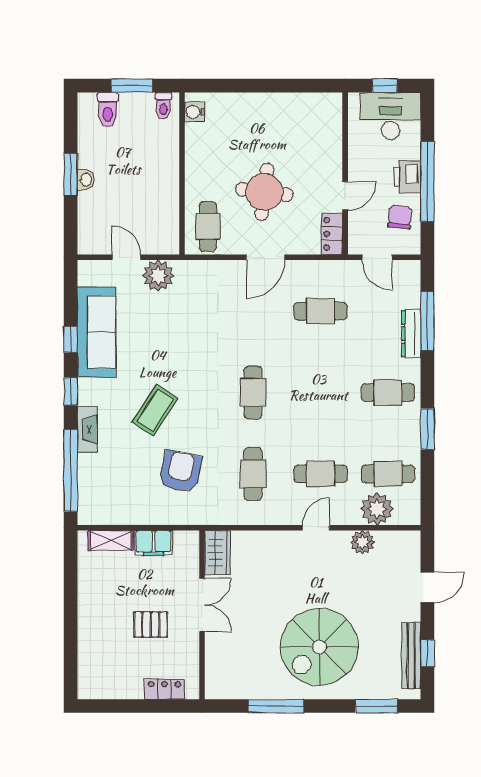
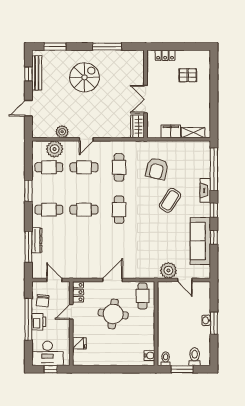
fridge: (329, 135) -> (79, 343), added
cafe table: (321, 311) -> (84, 210), moved
pallet: (151, 625) -> (188, 75), moved
spiral stairs: (319, 647) -> (85, 77), width x0.73, depth x0.73

